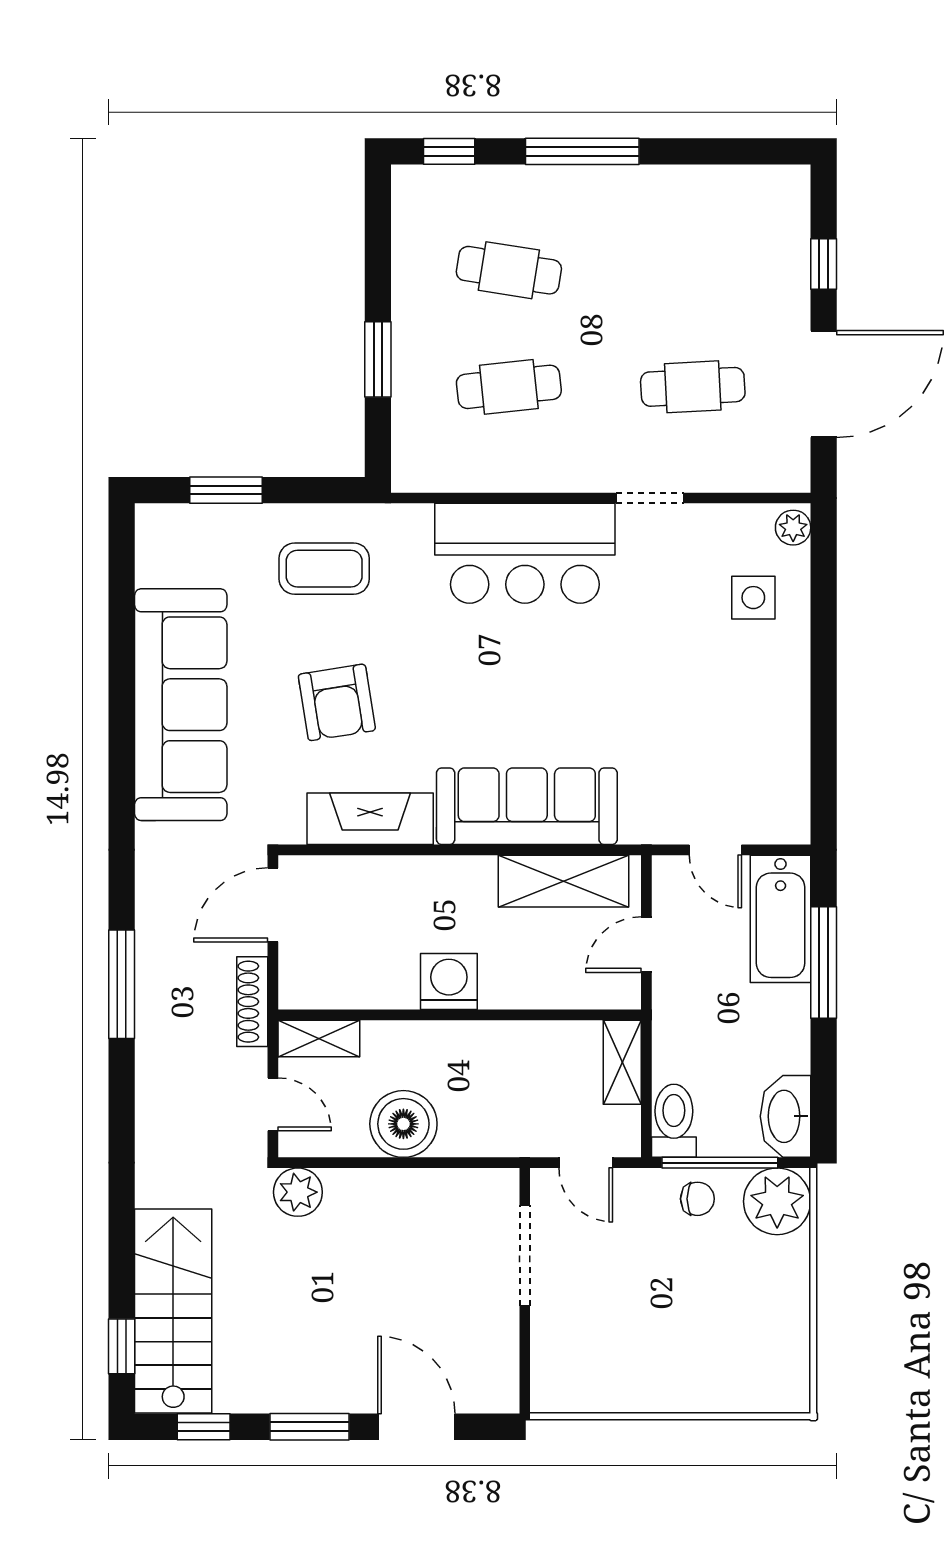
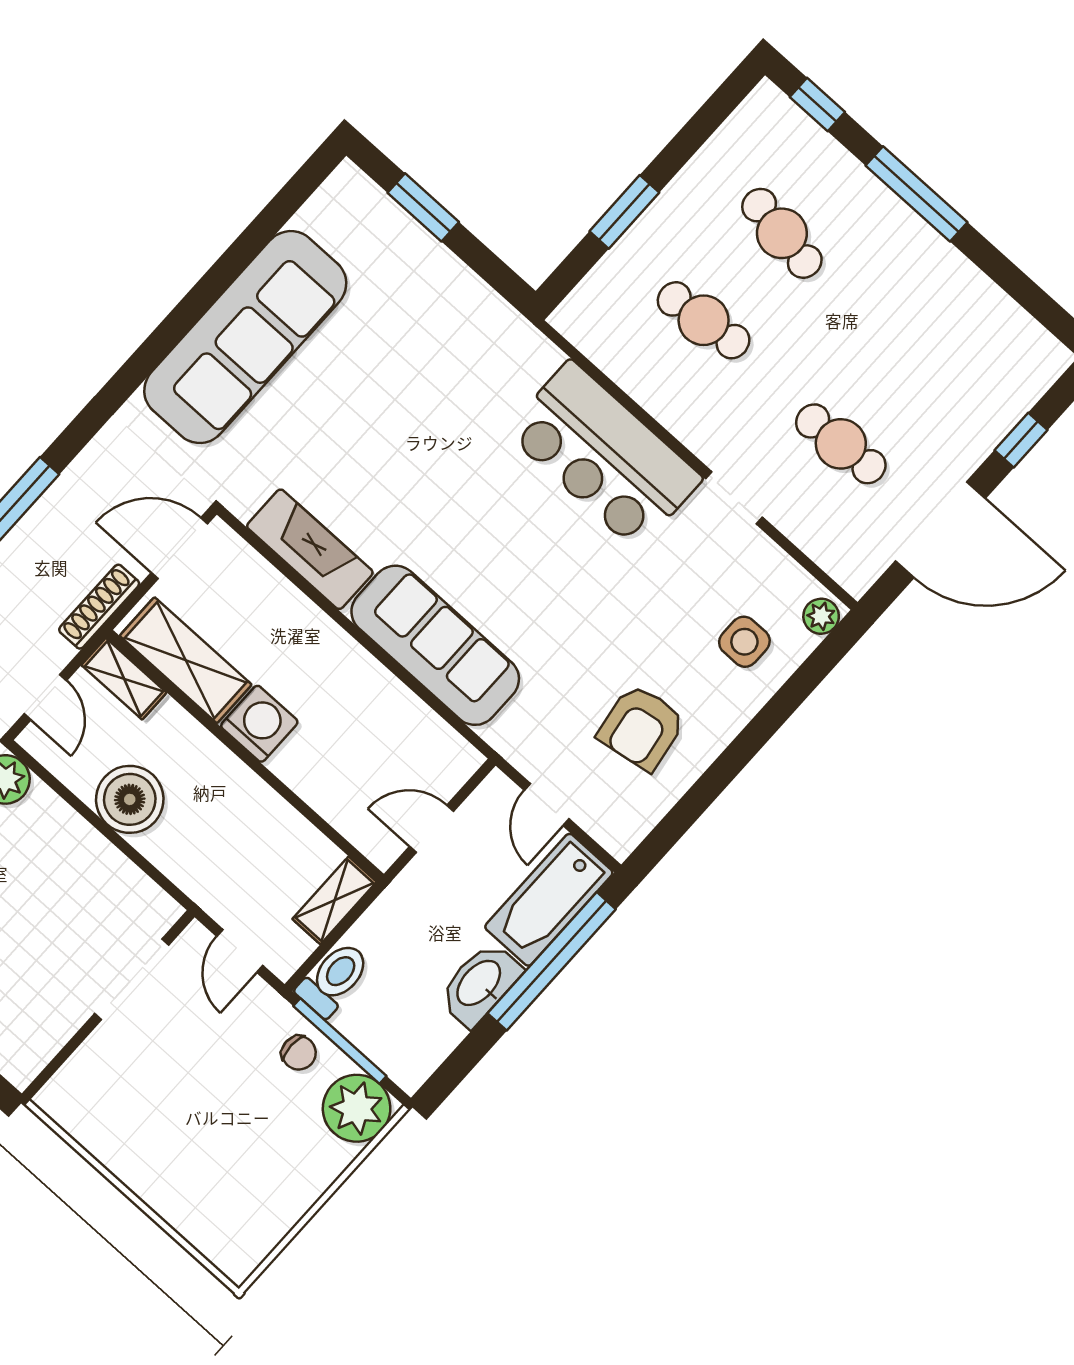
coffee table: (324, 569) -> (444, 332), removed
armchair: (337, 702) -> (641, 727), moved
shelving: (563, 881) -> (186, 660), moved
window: (824, 963) -> (552, 961), width x1.46
washbasin: (786, 1116) -> (480, 984), moved

